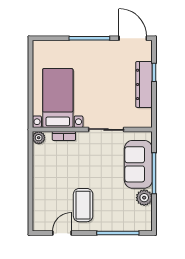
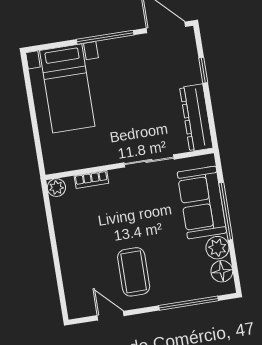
dresser: (144, 84) -> (196, 118), moved
bed with nightstands: (58, 98) -> (67, 88), moved, turned 180
floor lamp: (145, 215) -> (222, 271), added
door: (62, 233) -> (111, 316), hinge flipped

